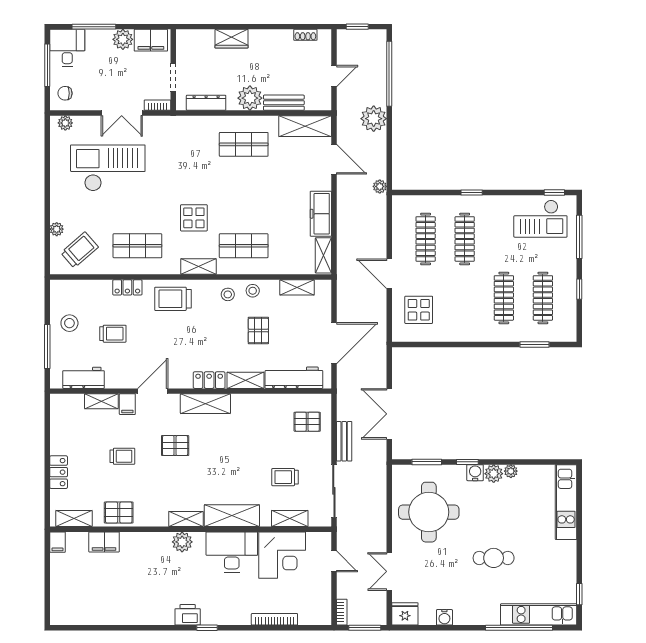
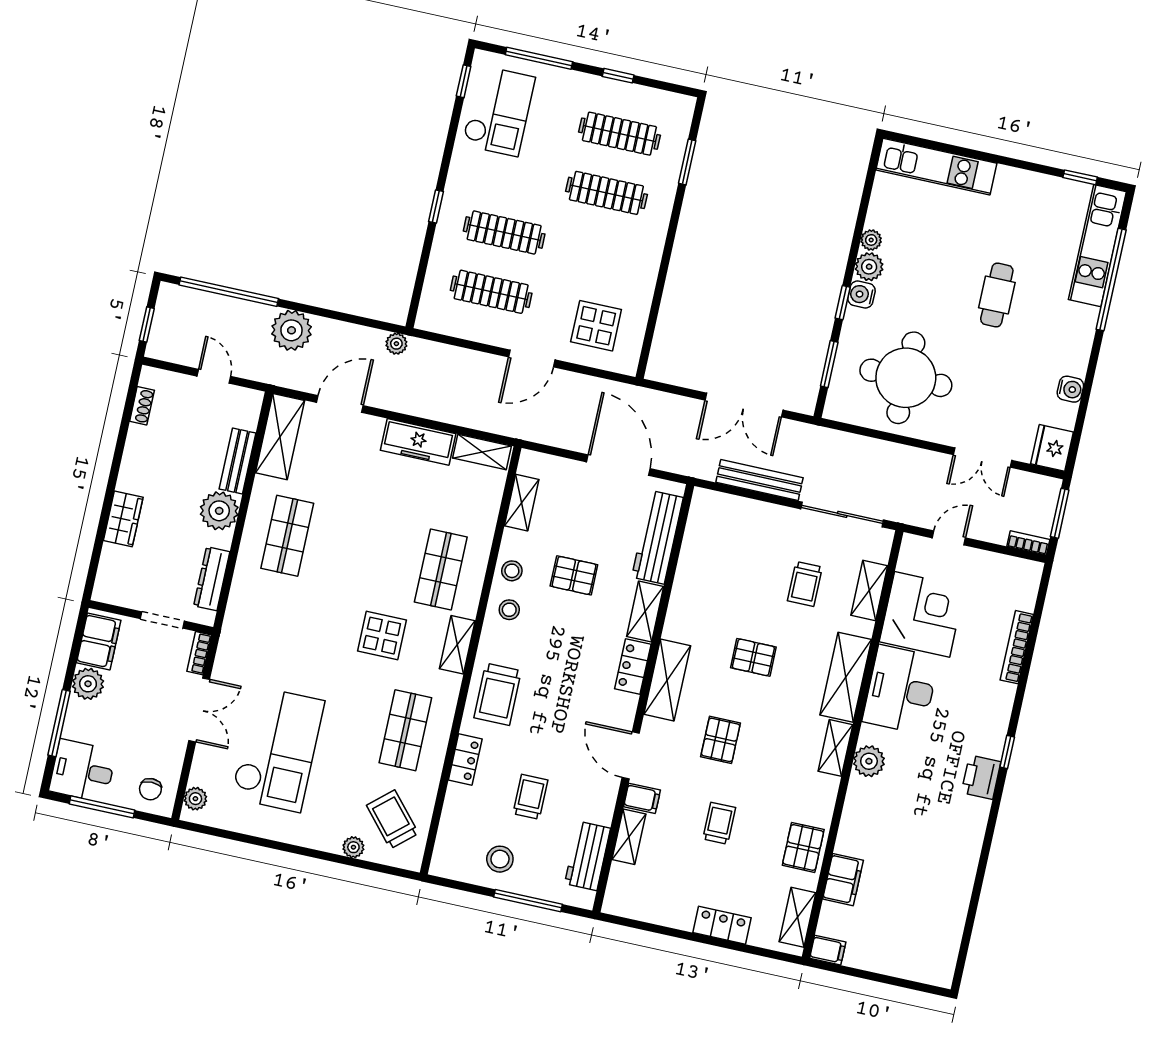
checkout: (108, 168) -> (278, 749), turned 180
pallet: (307, 422) -> (753, 657), moved, turned 90
bench: (344, 441) -> (759, 480), width x1.36

